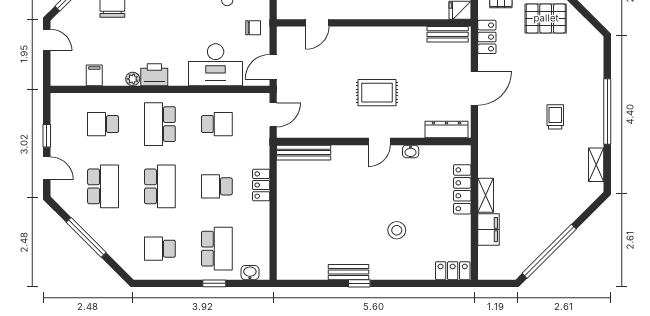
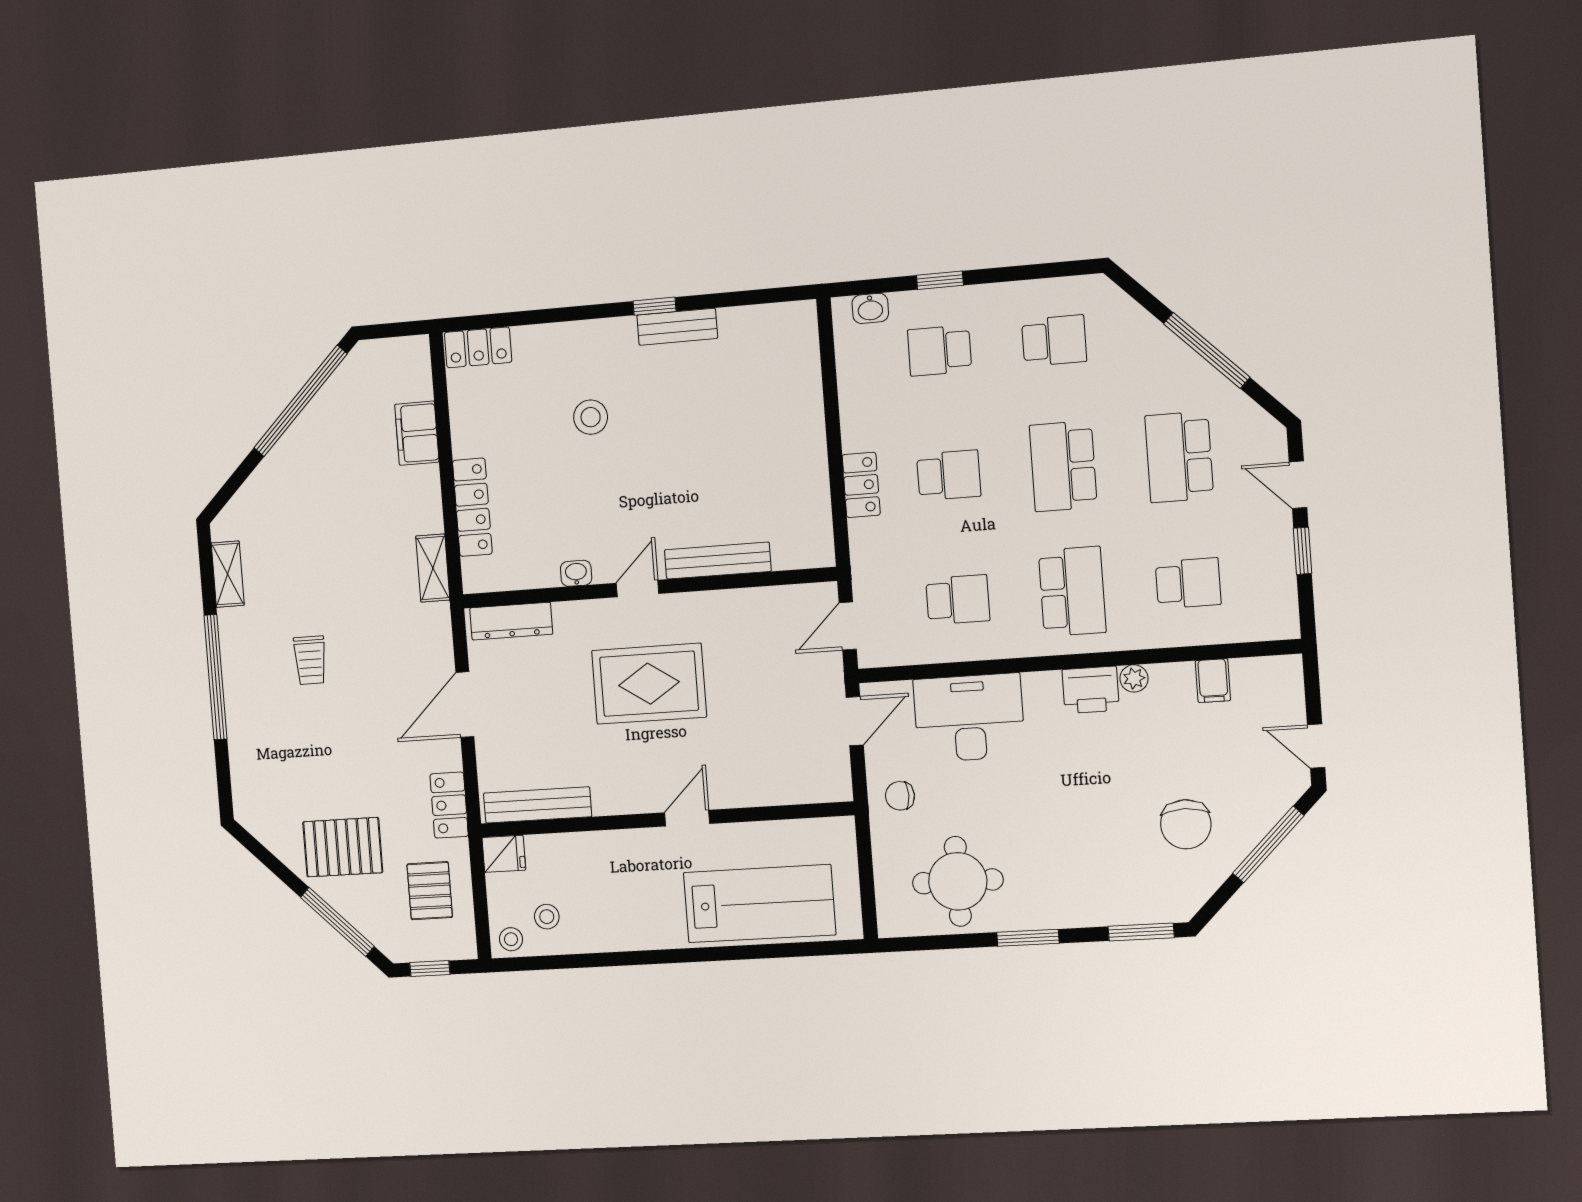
door: (317, 23) -> (687, 818), moved
bench: (448, 34) -> (538, 805), width x1.36
rug: (377, 93) -> (649, 684), width x1.36, depth x1.43
school desk: (217, 124) -> (958, 600), turned 180
bench: (304, 153) -> (718, 561), moved
shelving: (486, 195) -> (433, 568), moved
school desk: (217, 249) -> (940, 350), width x0.54

